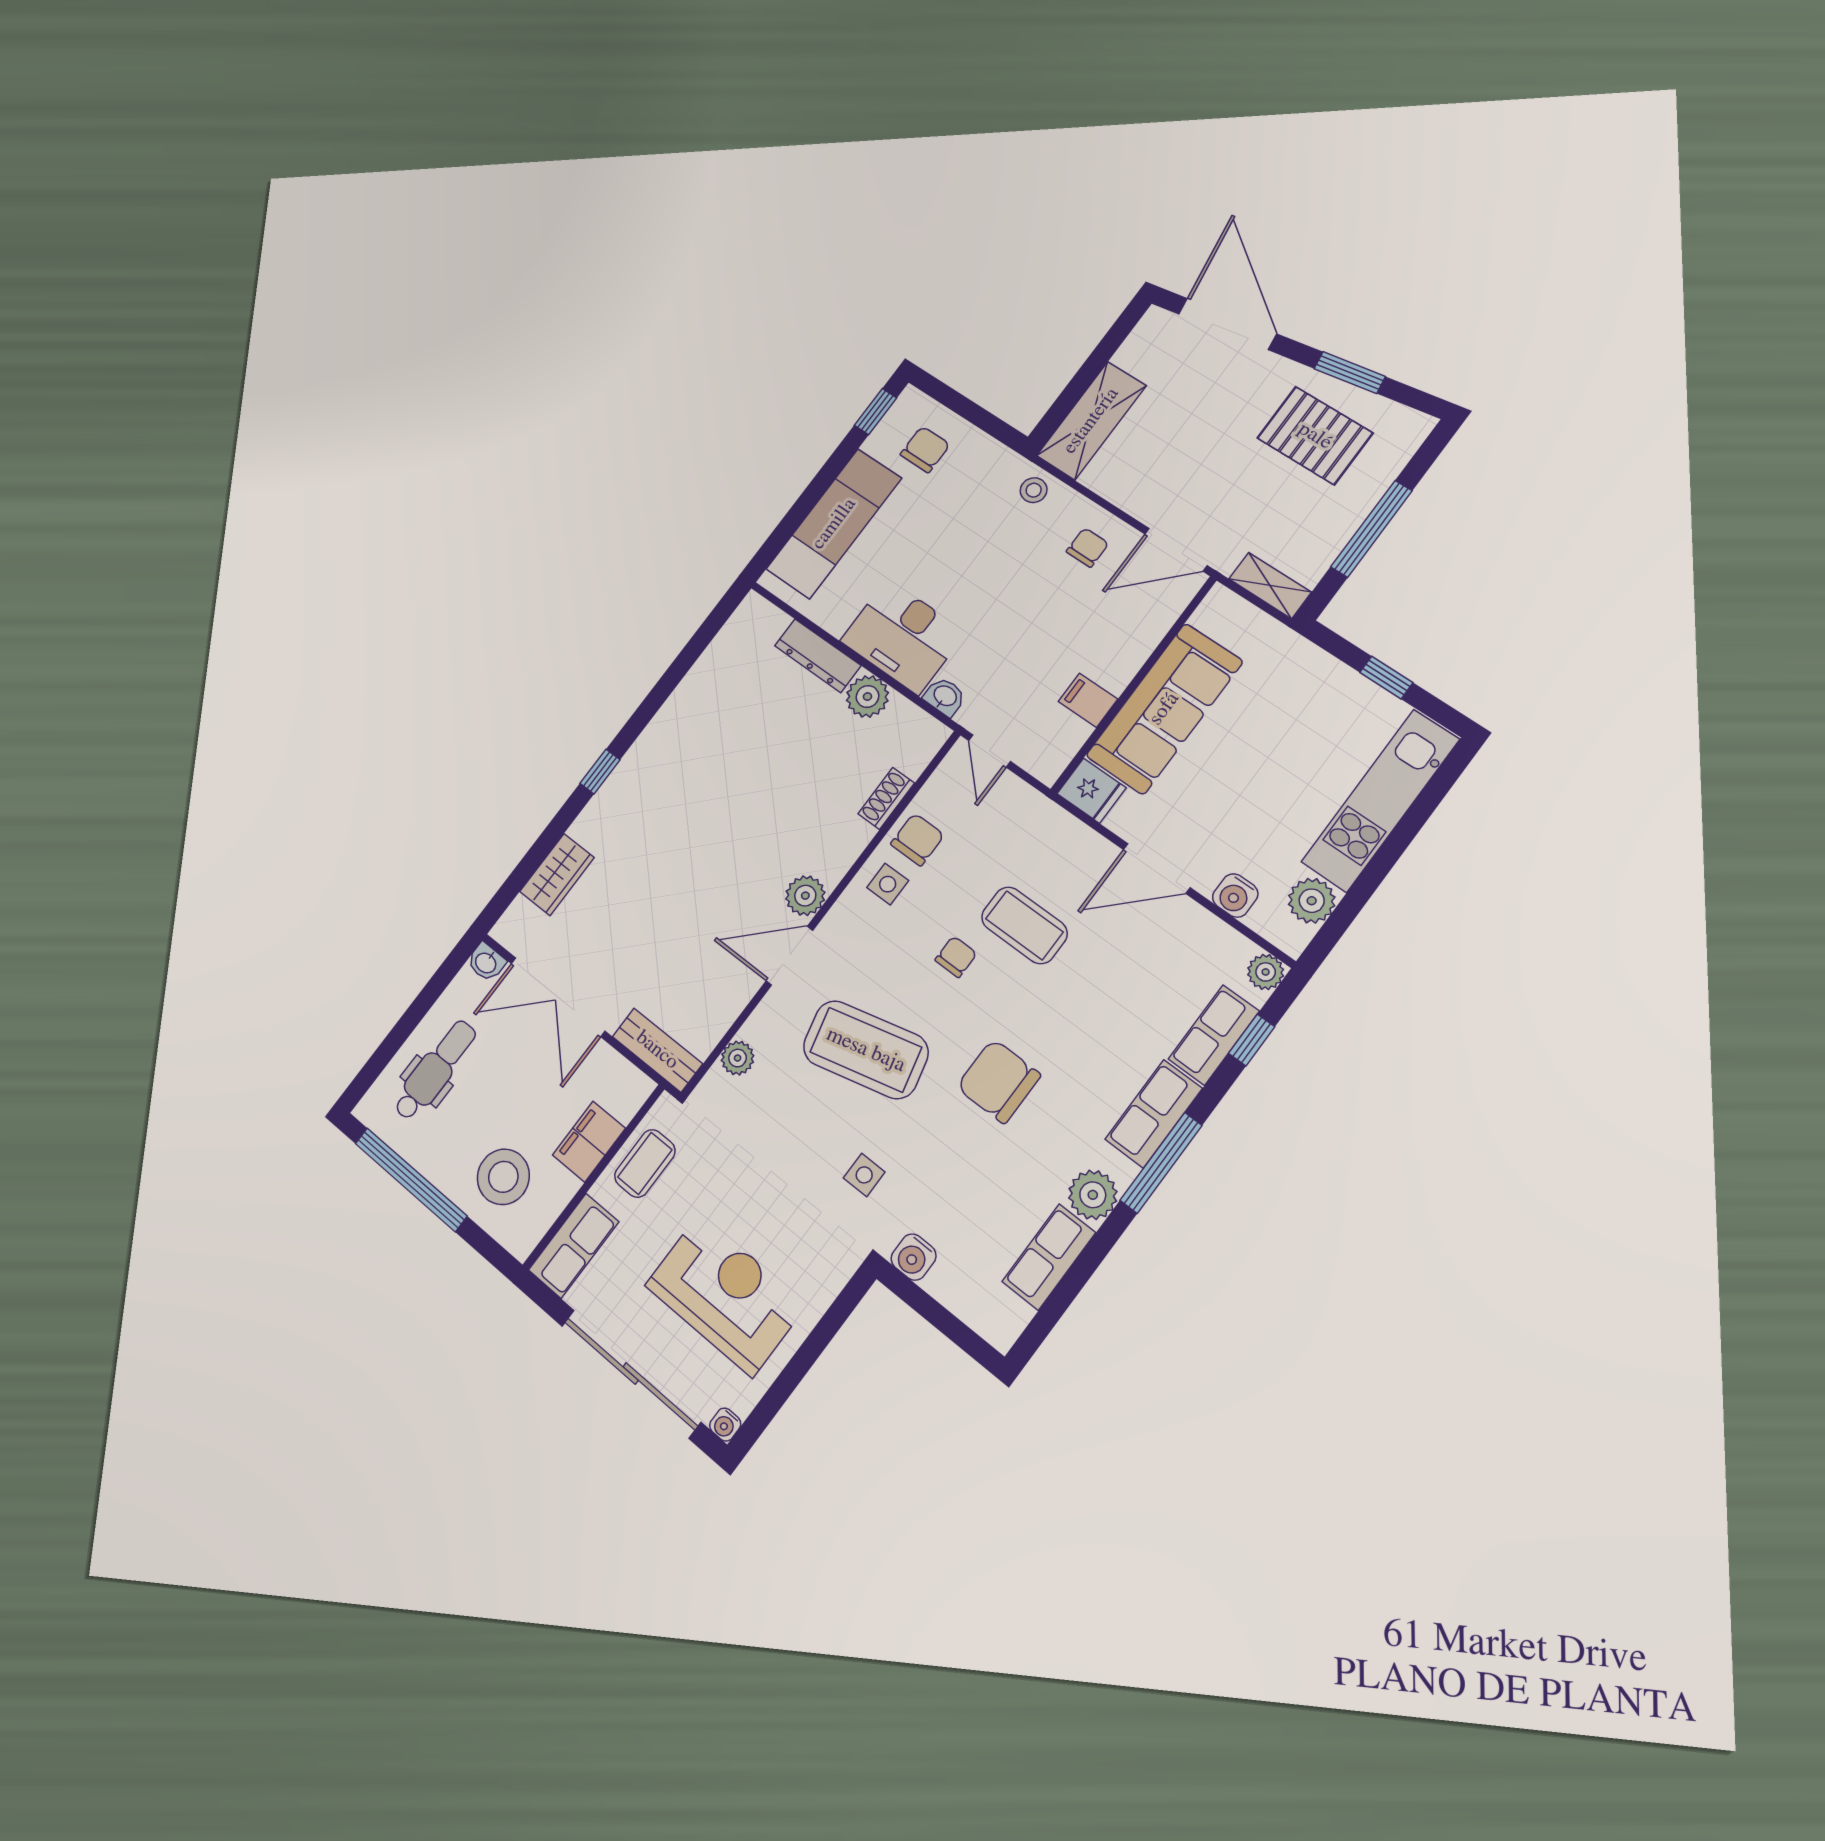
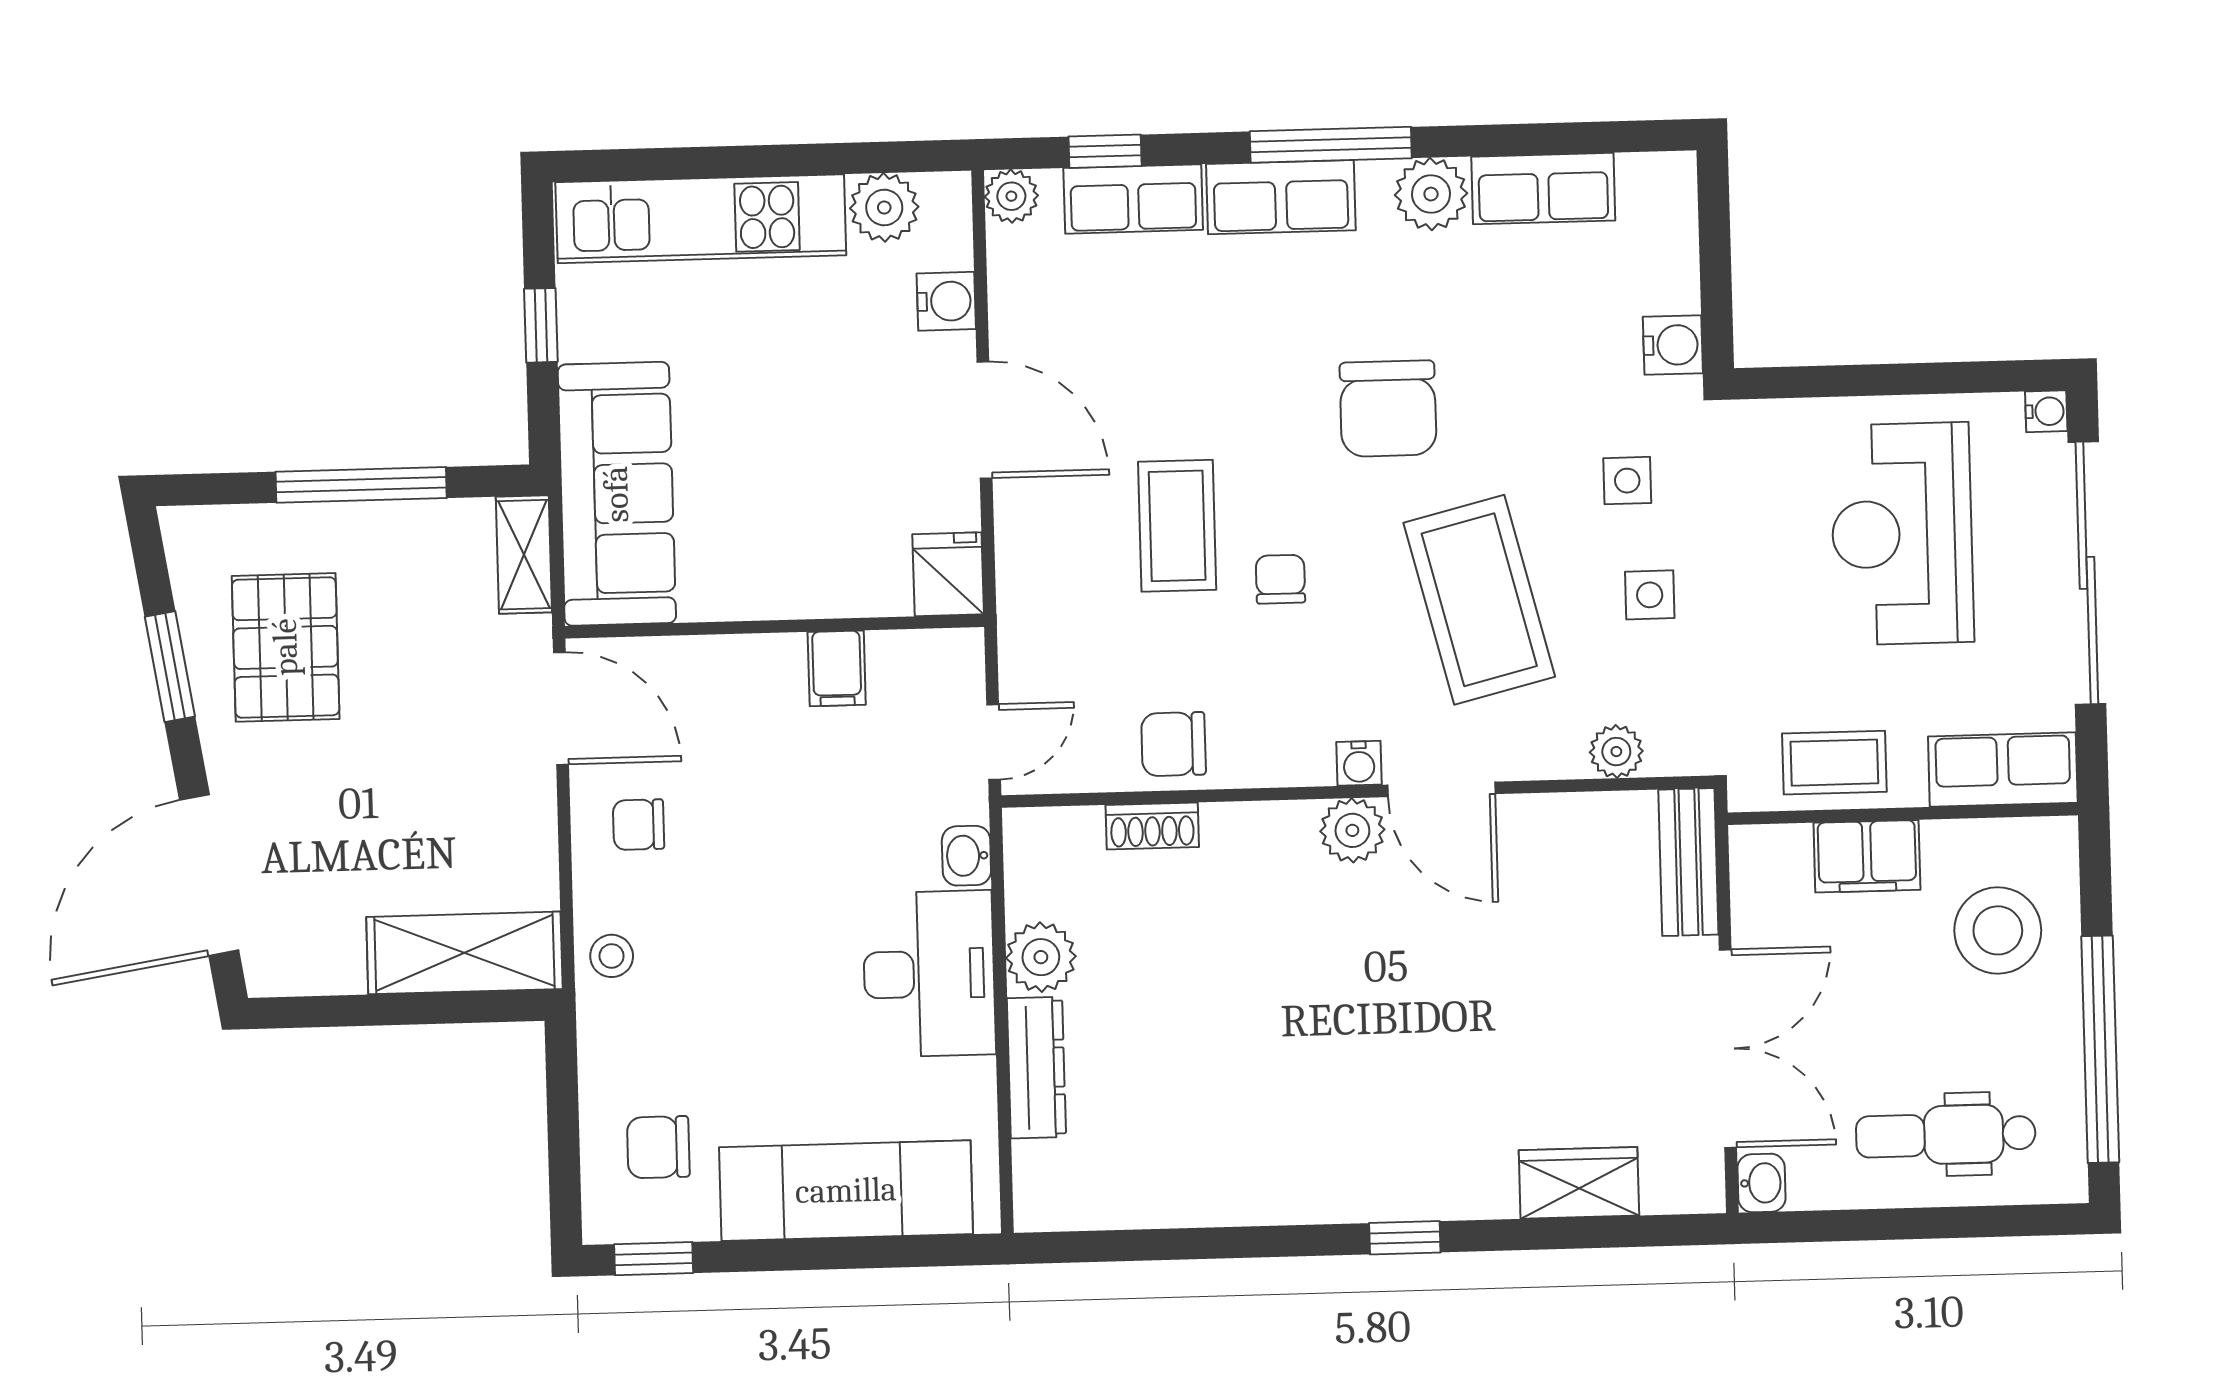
sofa: (1164, 709) -> (617, 494), moved, turned 90
side table: (888, 884) -> (1650, 595), moved
water cooler: (835, 925) -> (1359, 763), added
chair: (956, 957) -> (1280, 579), turned 90

